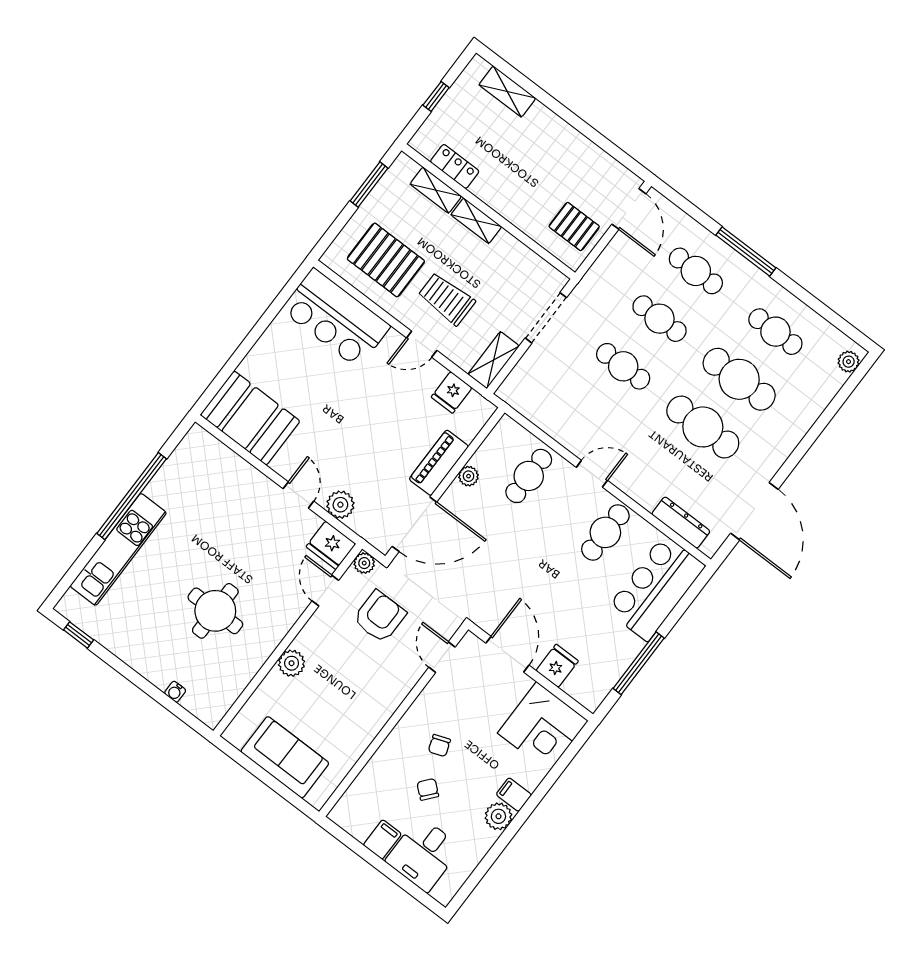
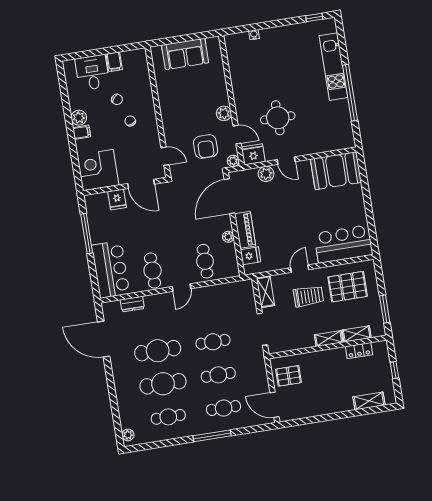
fridge: (452, 392) -> (250, 256), moved, turned 90
dresser: (681, 523) -> (132, 304), width x0.70
round table: (215, 611) -> (278, 118), moved
plant: (292, 663) -> (224, 113), moved

